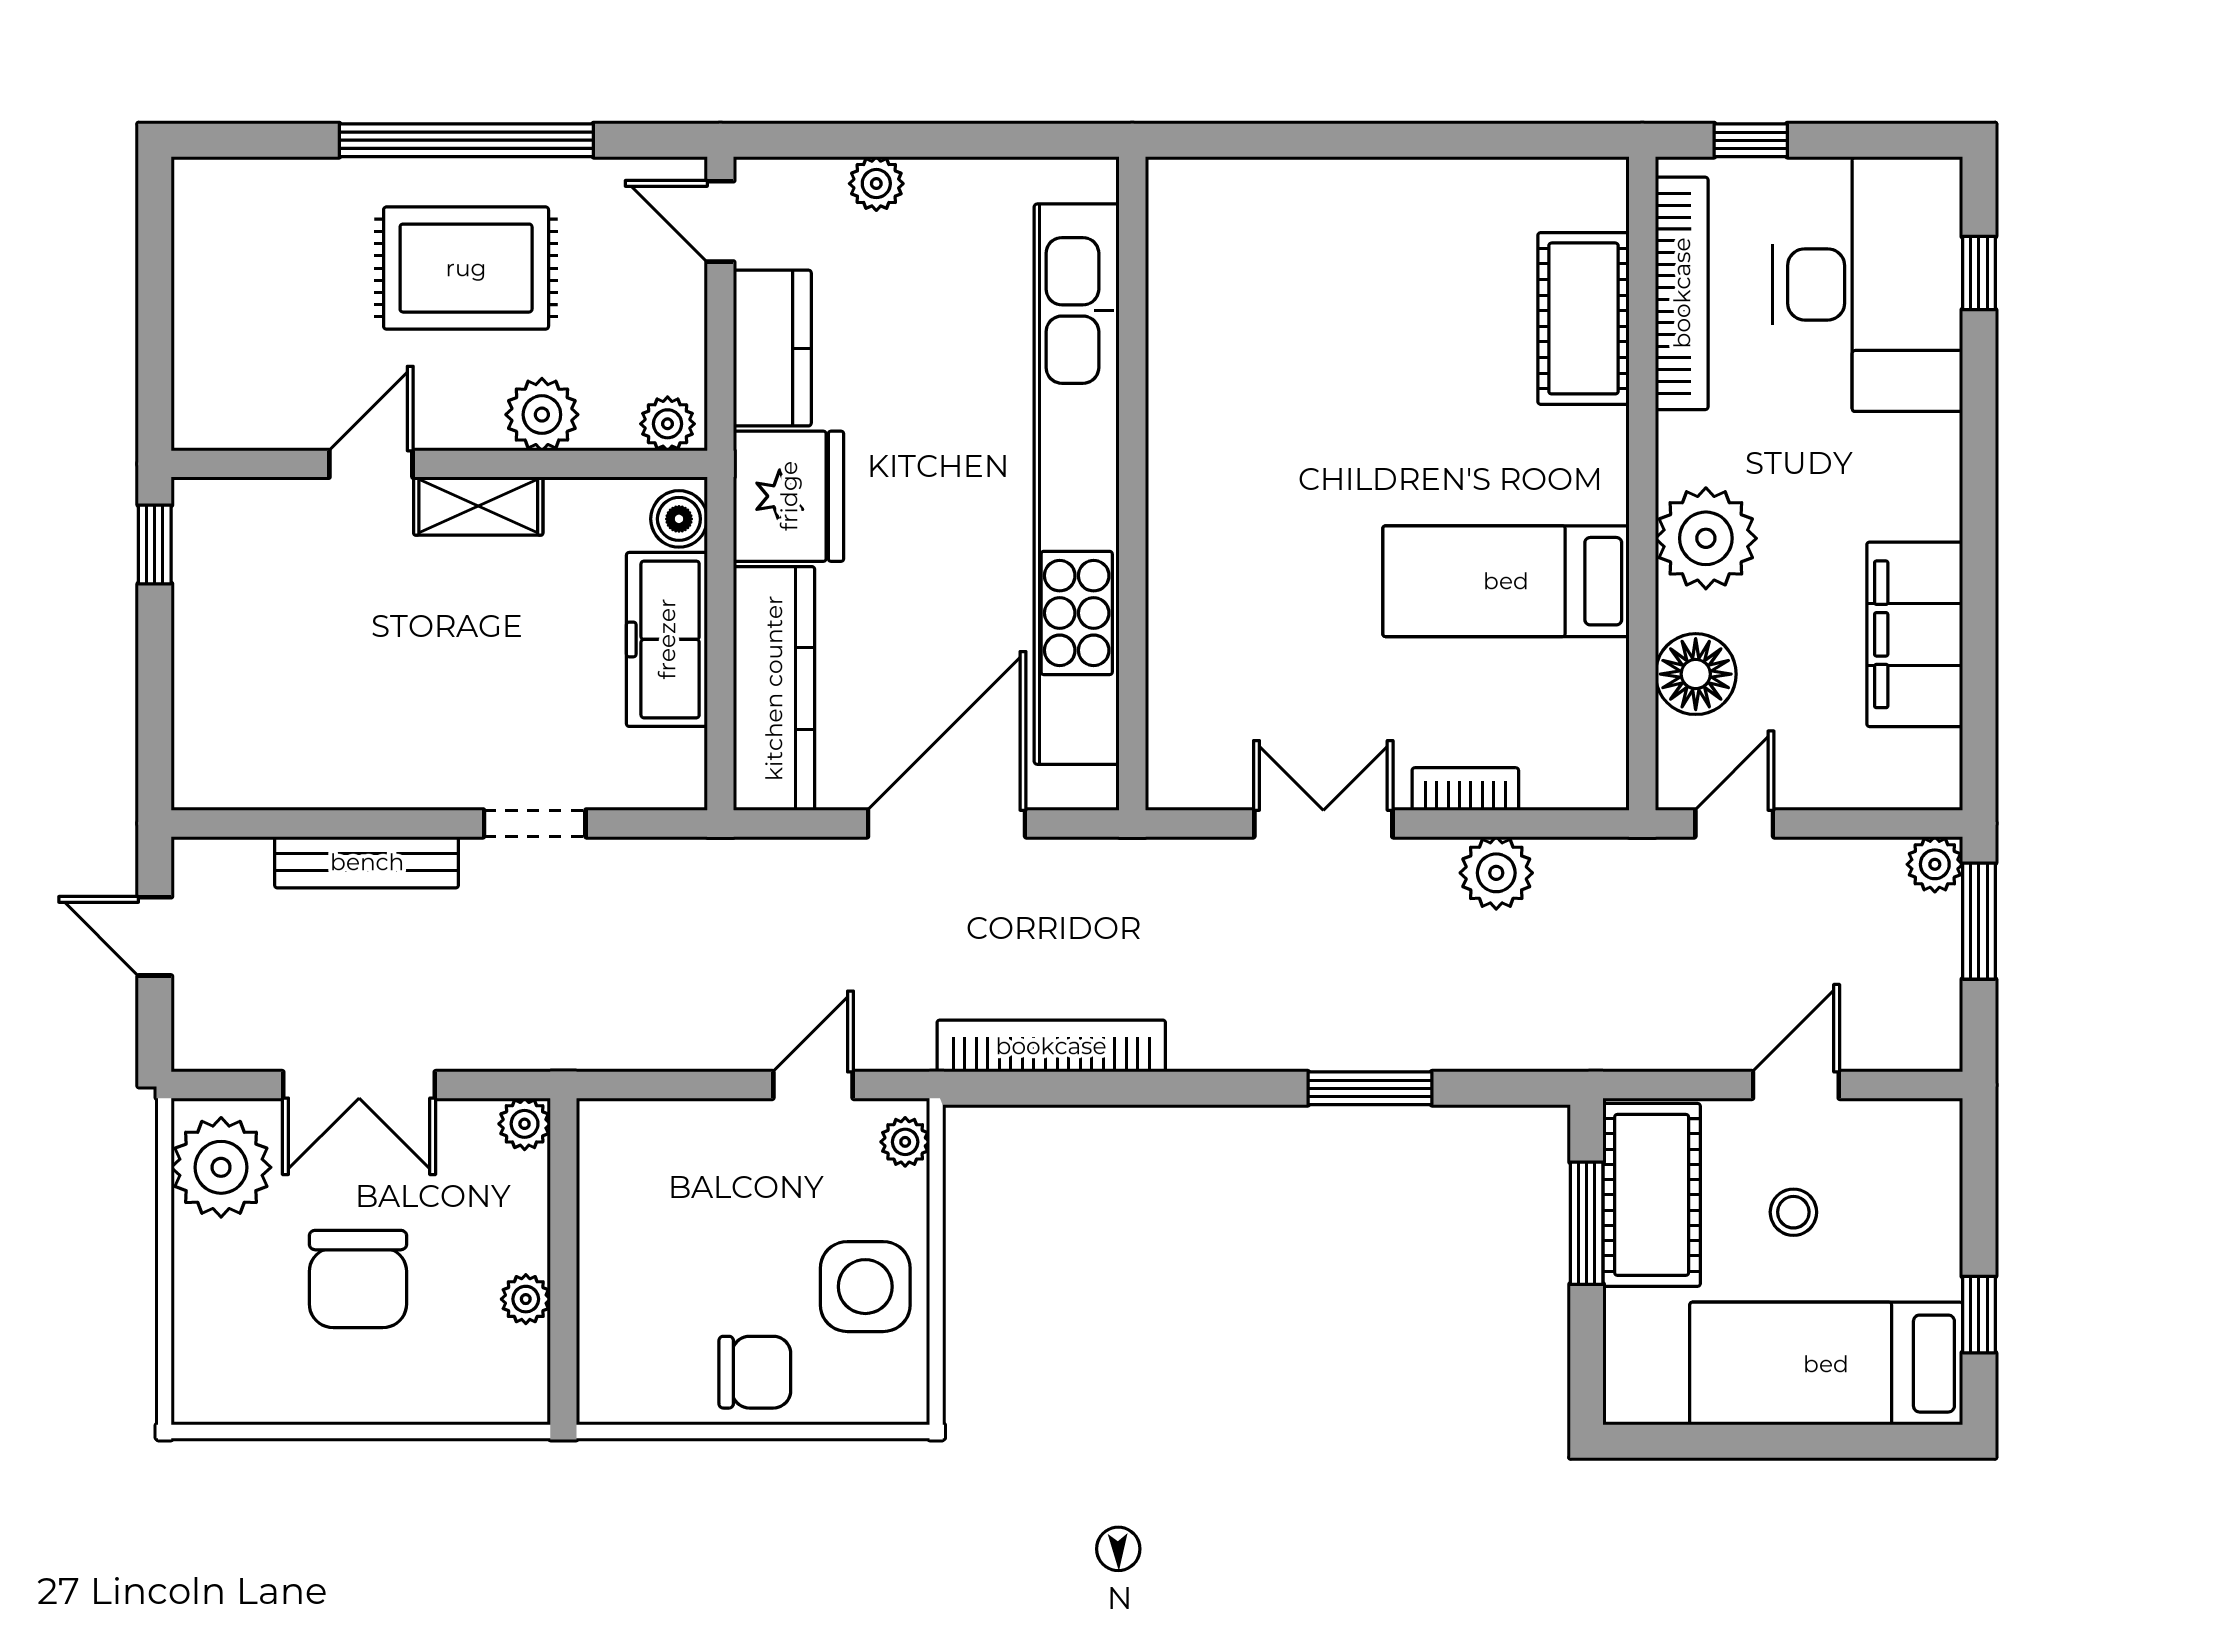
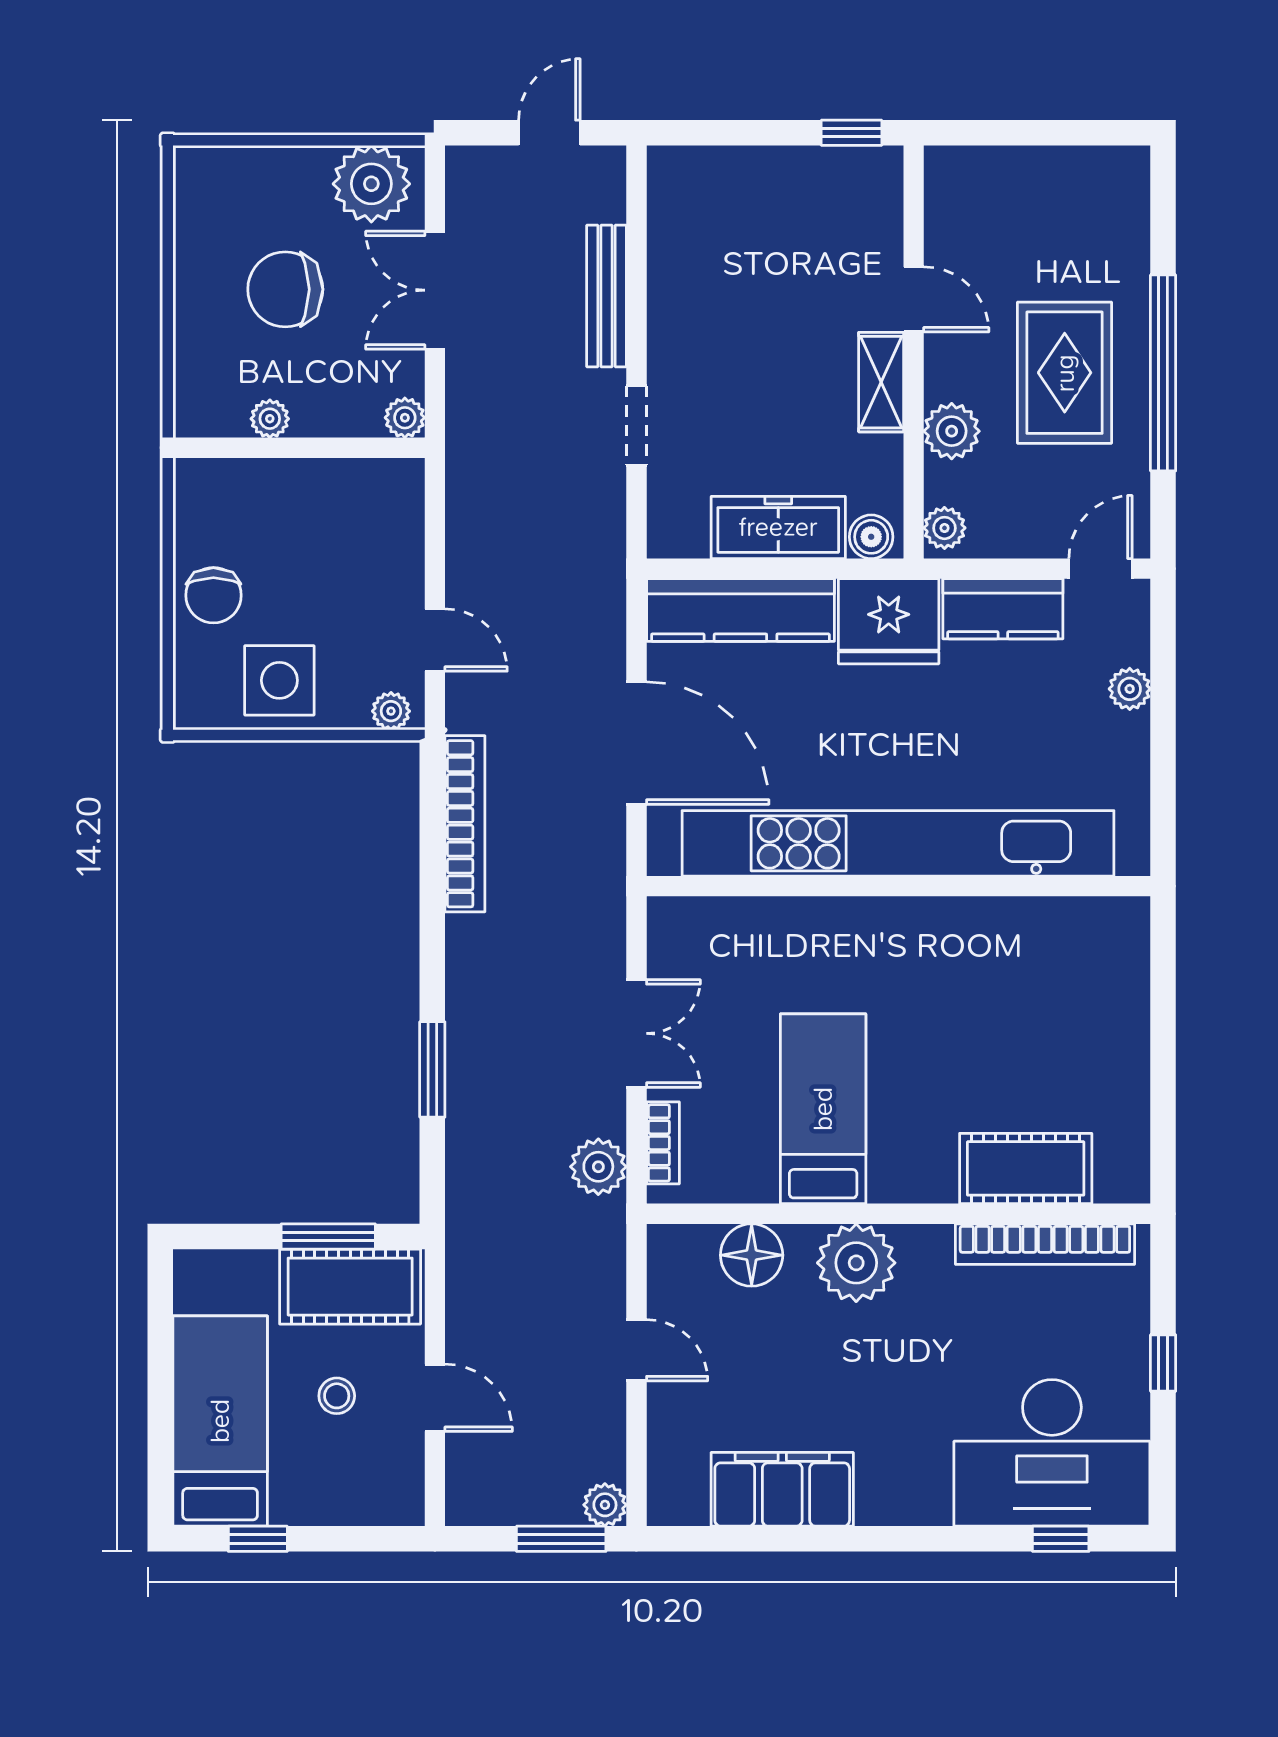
bookcase: (1682, 293) -> (1045, 1244), moved
cot: (1583, 318) -> (1026, 1168), moved
wall: (1642, 483) -> (898, 1214), moved
plant: (1706, 538) -> (856, 1263), moved
bed: (1506, 581) -> (823, 1109), moved
floor lamp: (1696, 674) -> (752, 1255), moved

